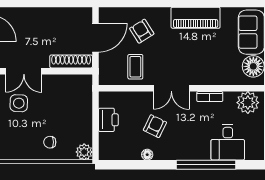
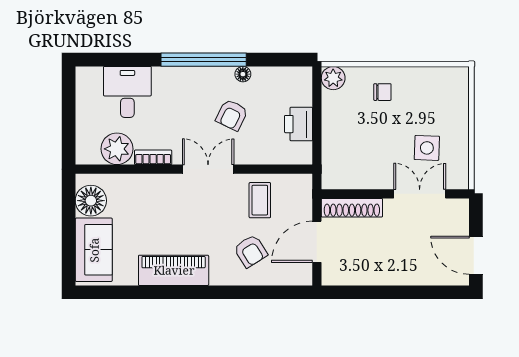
plant: (248, 103) -> (117, 149), moved
window: (206, 165) -> (204, 60), moved

